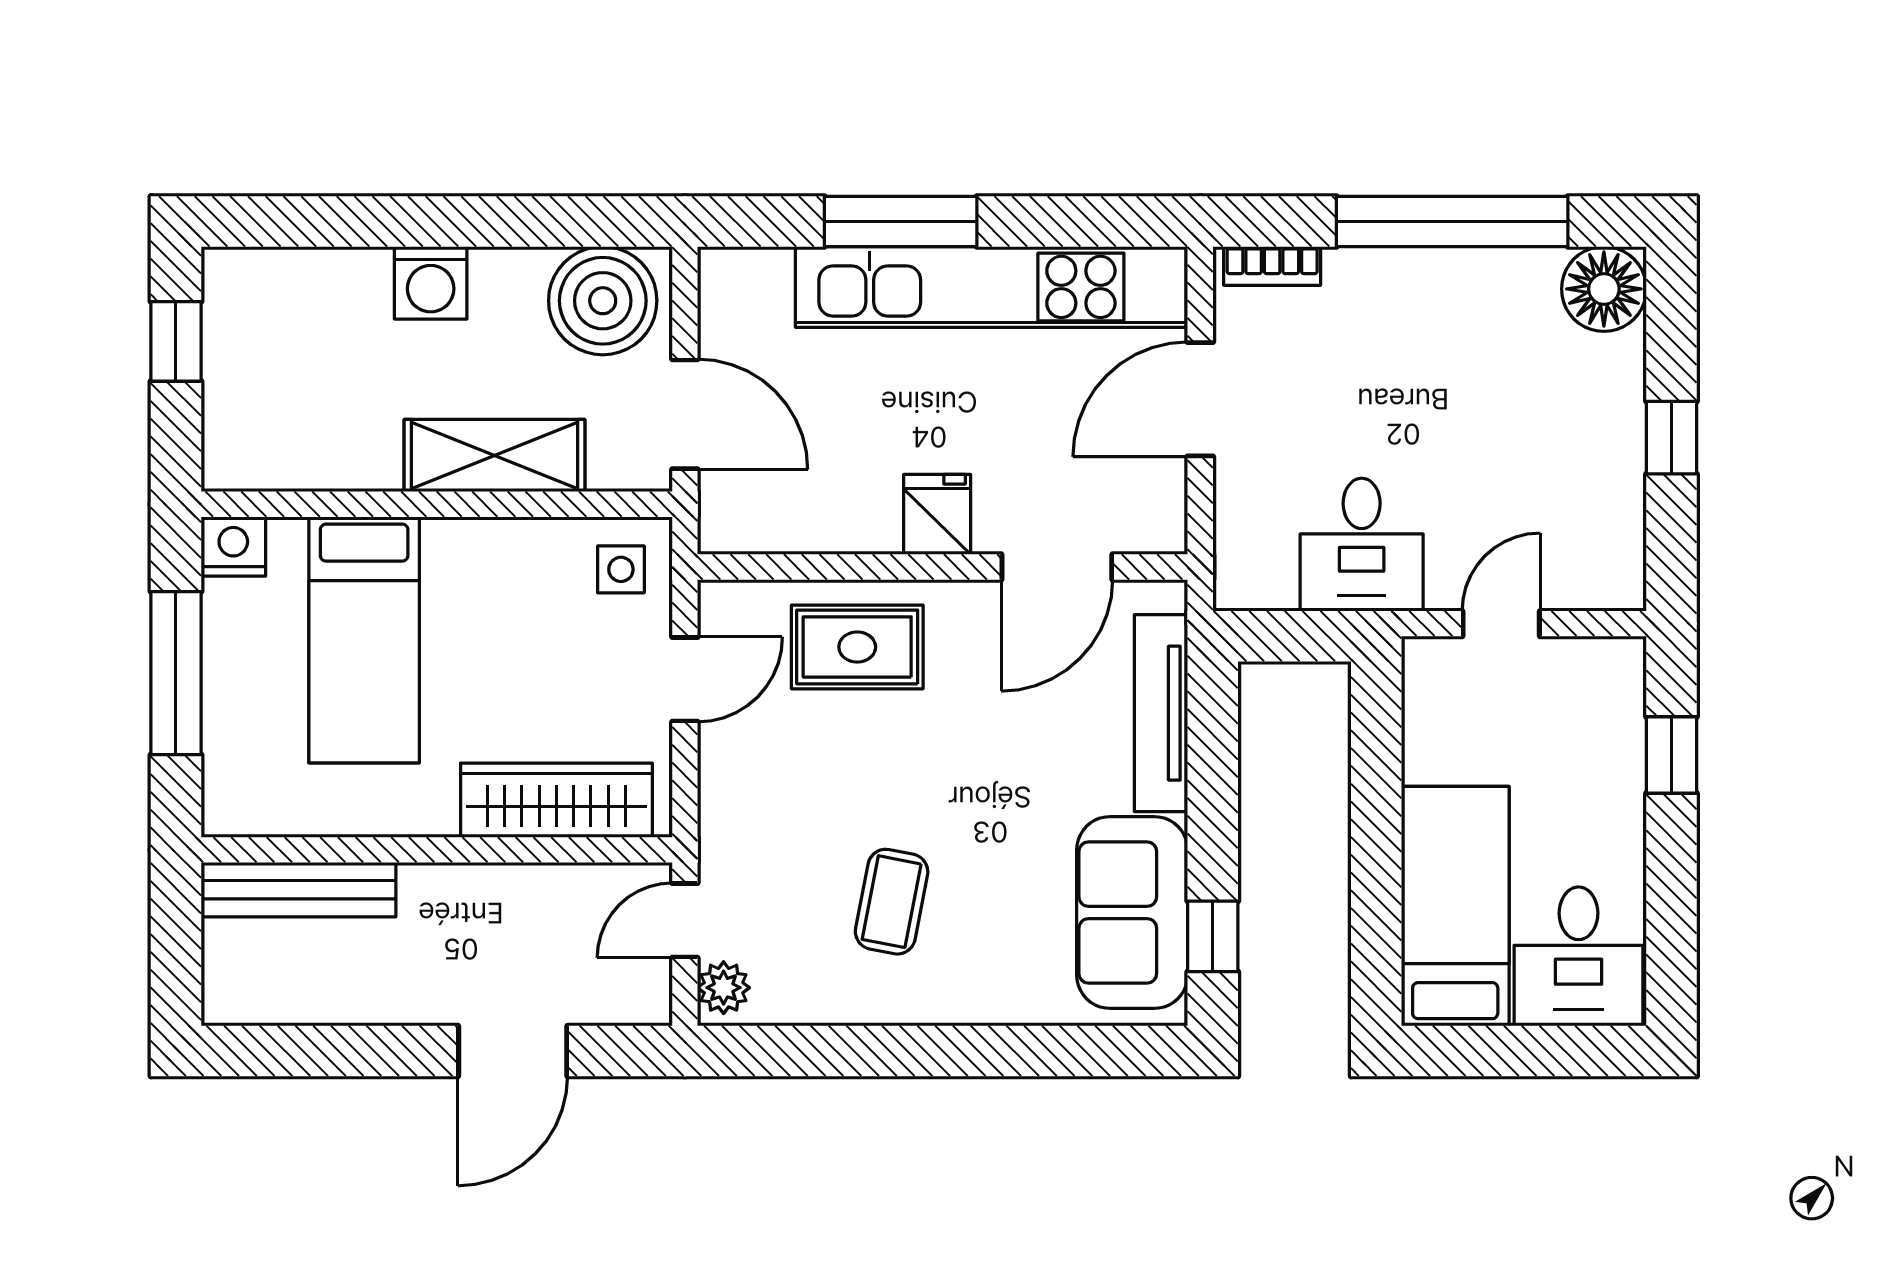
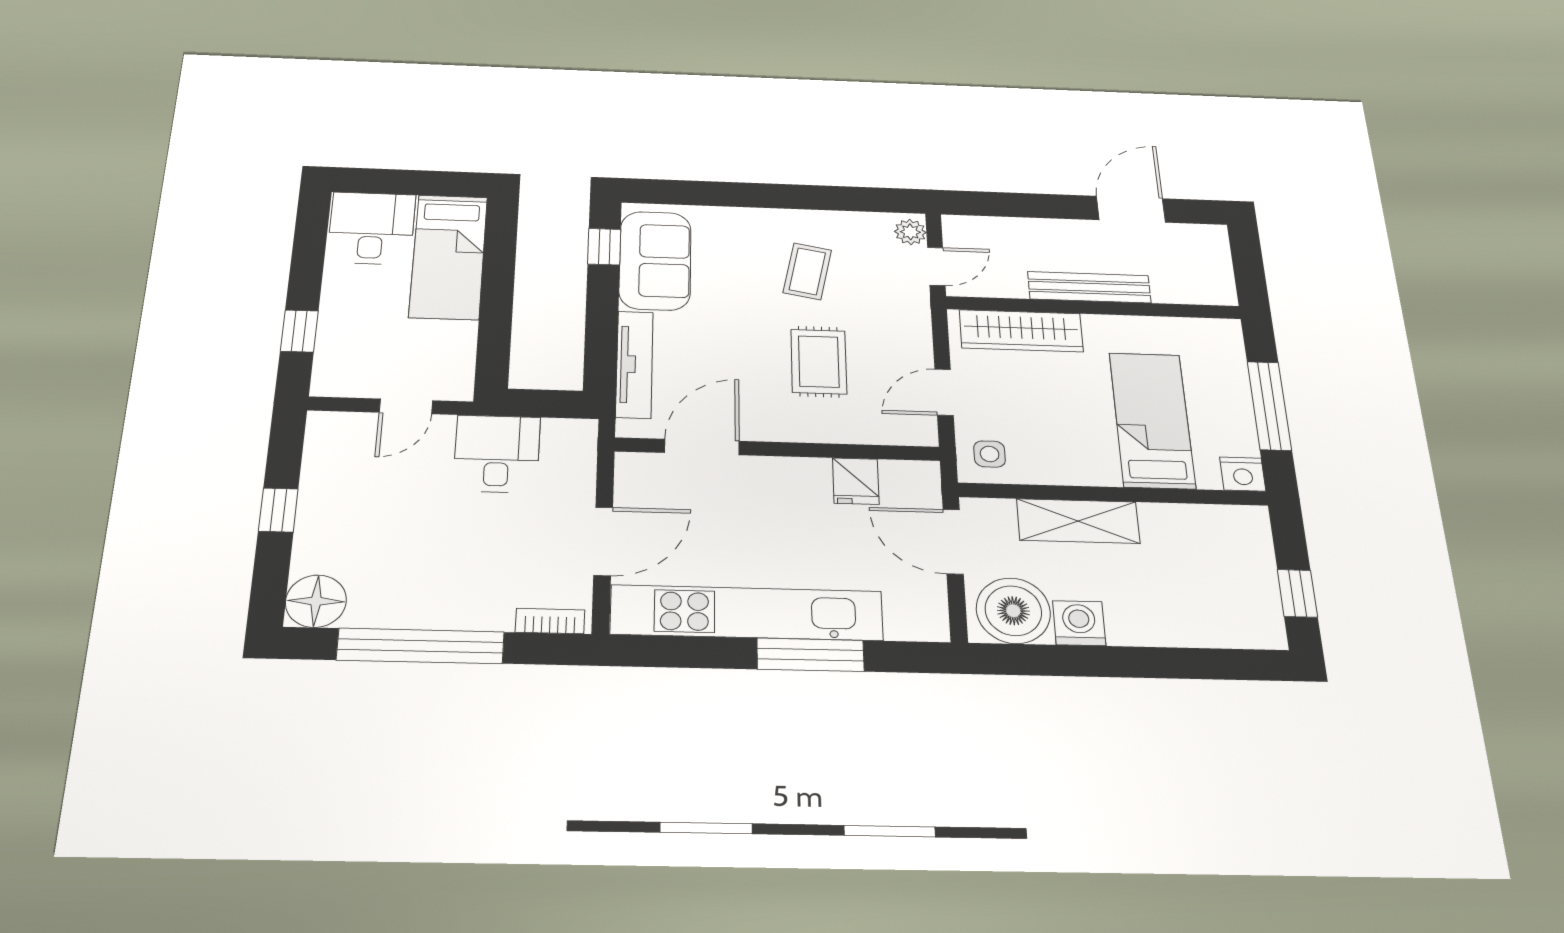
washing machine: (431, 283) -> (1079, 623), moved
fridge: (937, 514) -> (856, 481), moved
rug: (857, 647) -> (819, 362), moved, turned 90
bench: (298, 890) -> (1089, 287), moved
door: (513, 1051) -> (1131, 209), moved

